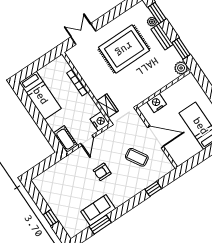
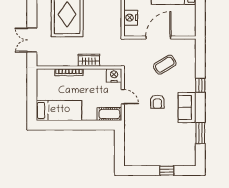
wardrobe: (107, 106) -> (89, 60), moved
window: (153, 189) -> (200, 85), moved
sofa: (98, 210) -> (187, 107), moved

